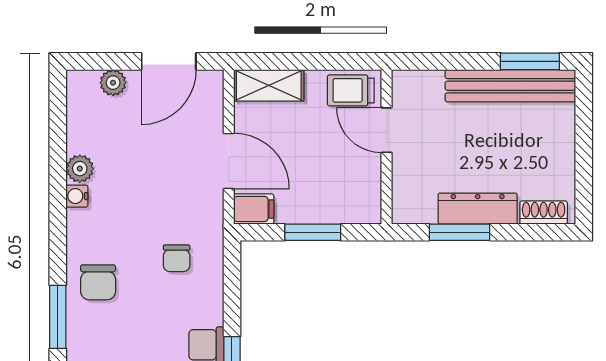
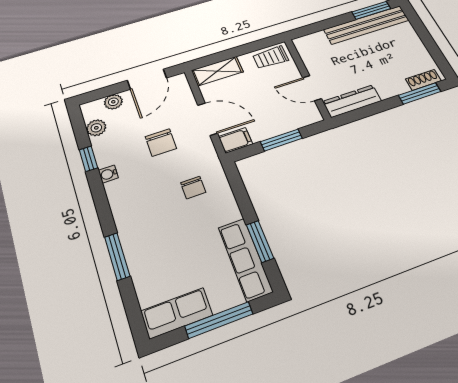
door: (387, 130) -> (312, 88), moved
window: (58, 163) -> (88, 159), added
plant: (80, 169) -> (96, 128), moved
dresser: (478, 209) -> (352, 101), moved
window: (459, 232) -> (420, 93), moved
chair: (98, 282) -> (161, 143), moved

